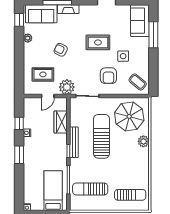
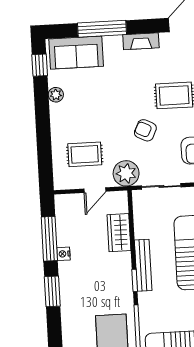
fireplace: (68, 9) -> (141, 41), moved
armchair: (61, 50) -> (145, 130), moved
window: (19, 123) -> (49, 239), width x2.17

